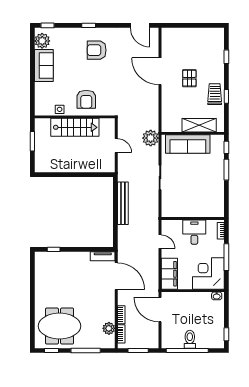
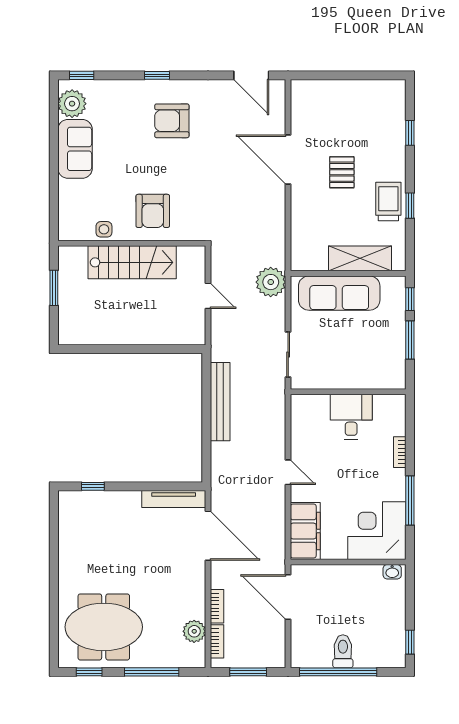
wall: (193, 219) -> (348, 392), moved
desk: (194, 232) -> (351, 417), moved
tv unit: (103, 256) -> (174, 499), width x1.41

